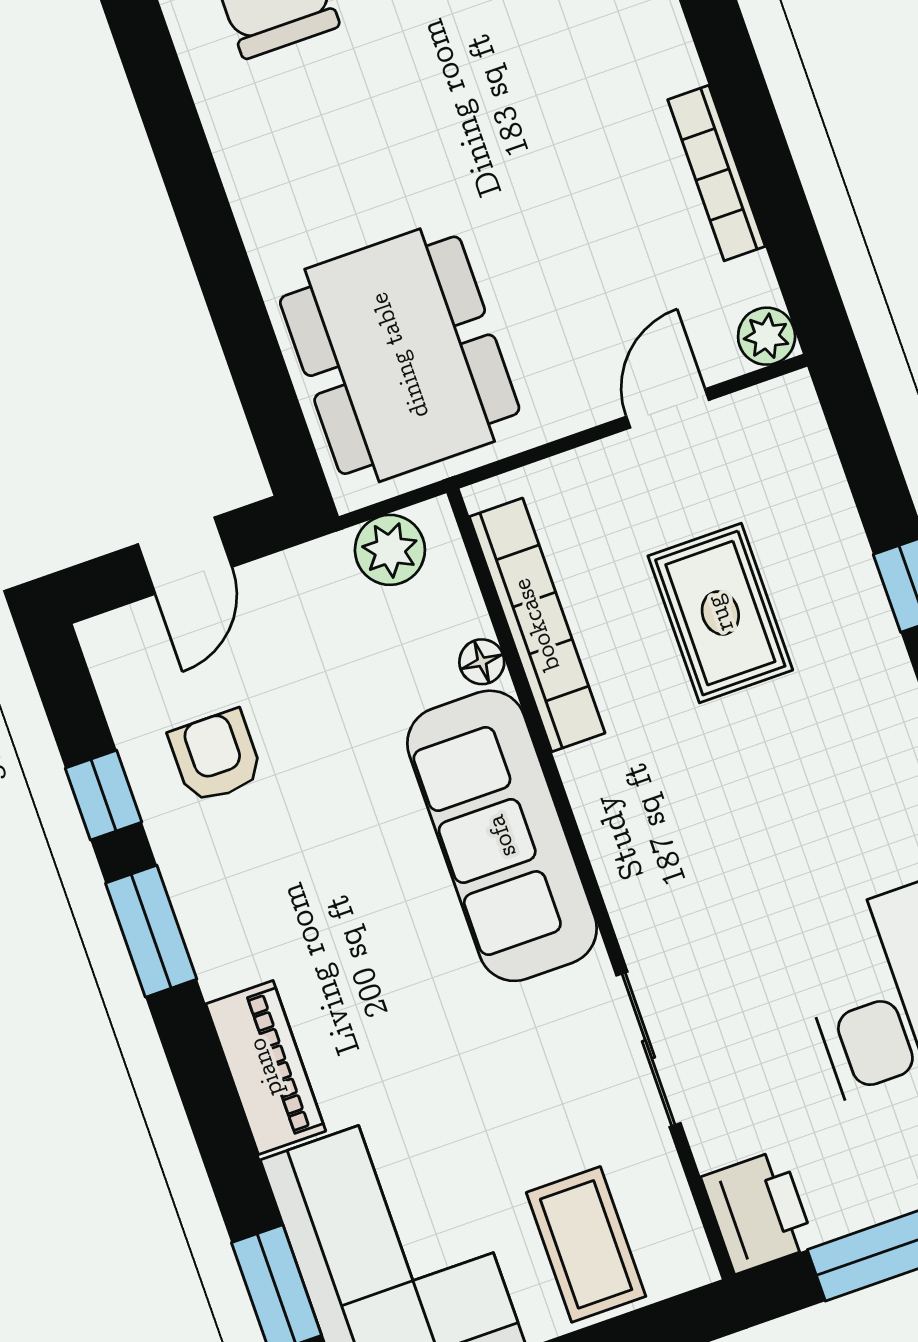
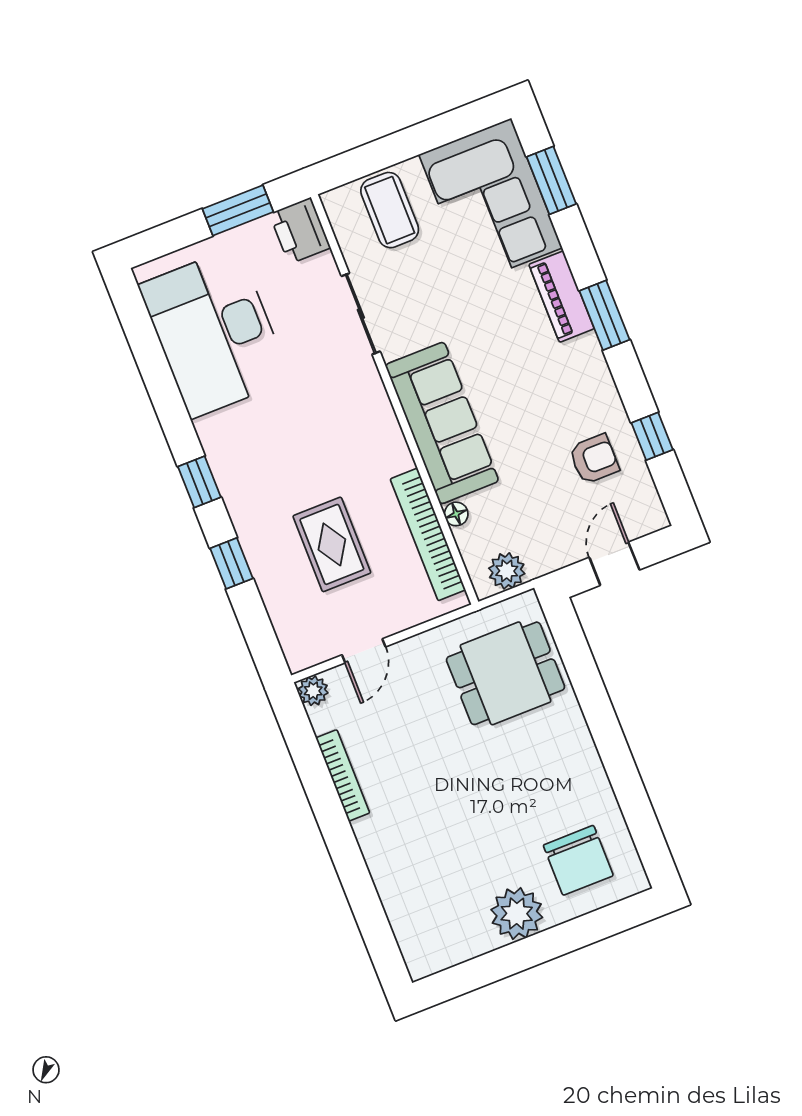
dining table: (400, 355) -> (506, 673), width x0.73
armchair: (216, 756) -> (594, 459), turned -90
window: (151, 931) -> (604, 315), moved

